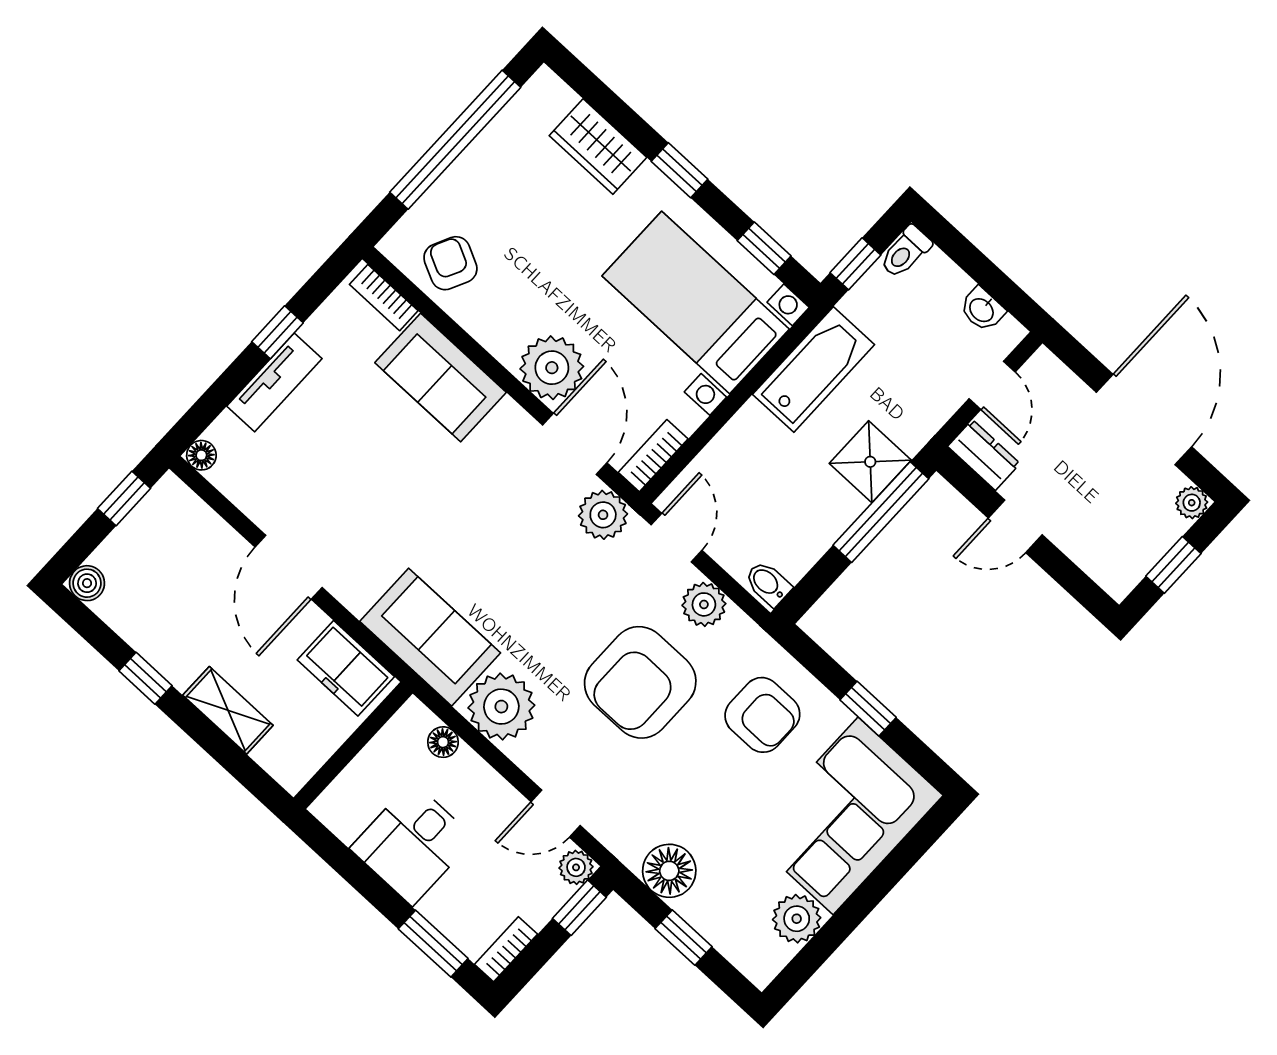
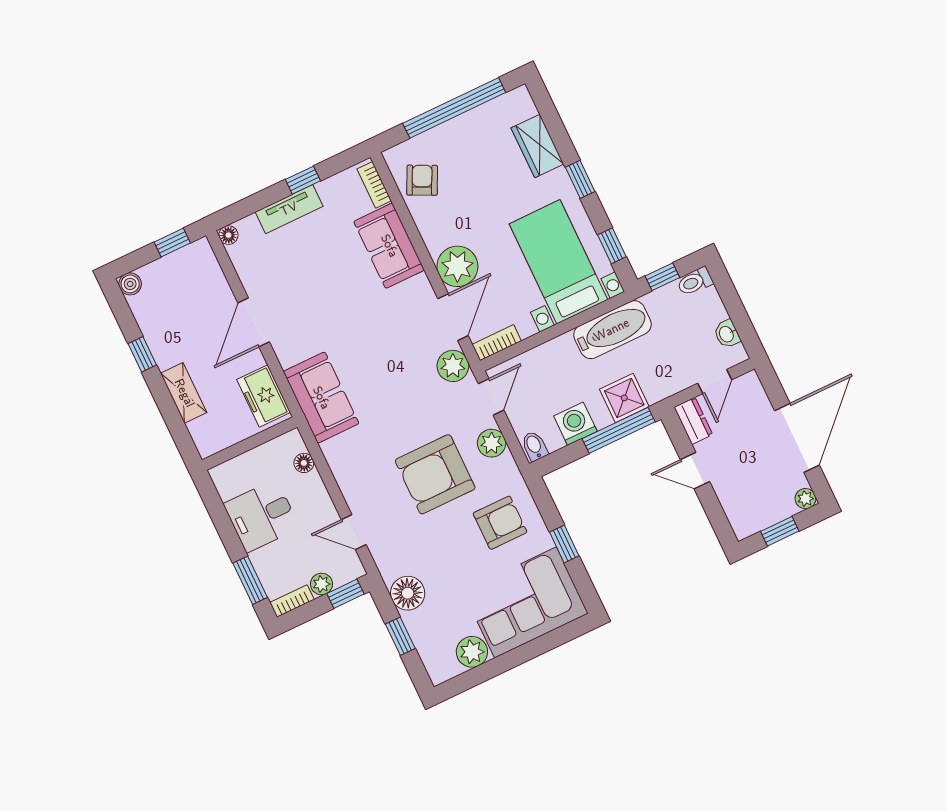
washing machine: (814, 528) -> (575, 424), added
plant: (501, 707) -> (347, 456), removed
armchair: (762, 715) -> (500, 523), turned -90
plant: (576, 867) -> (322, 584), moved

